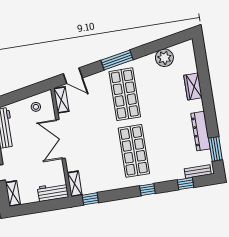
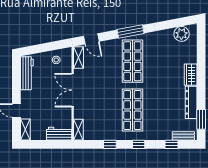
plant: (164, 58) -> (182, 34), moved
wardrobe: (193, 87) -> (191, 75), moved
window: (90, 199) -> (110, 144), moved

